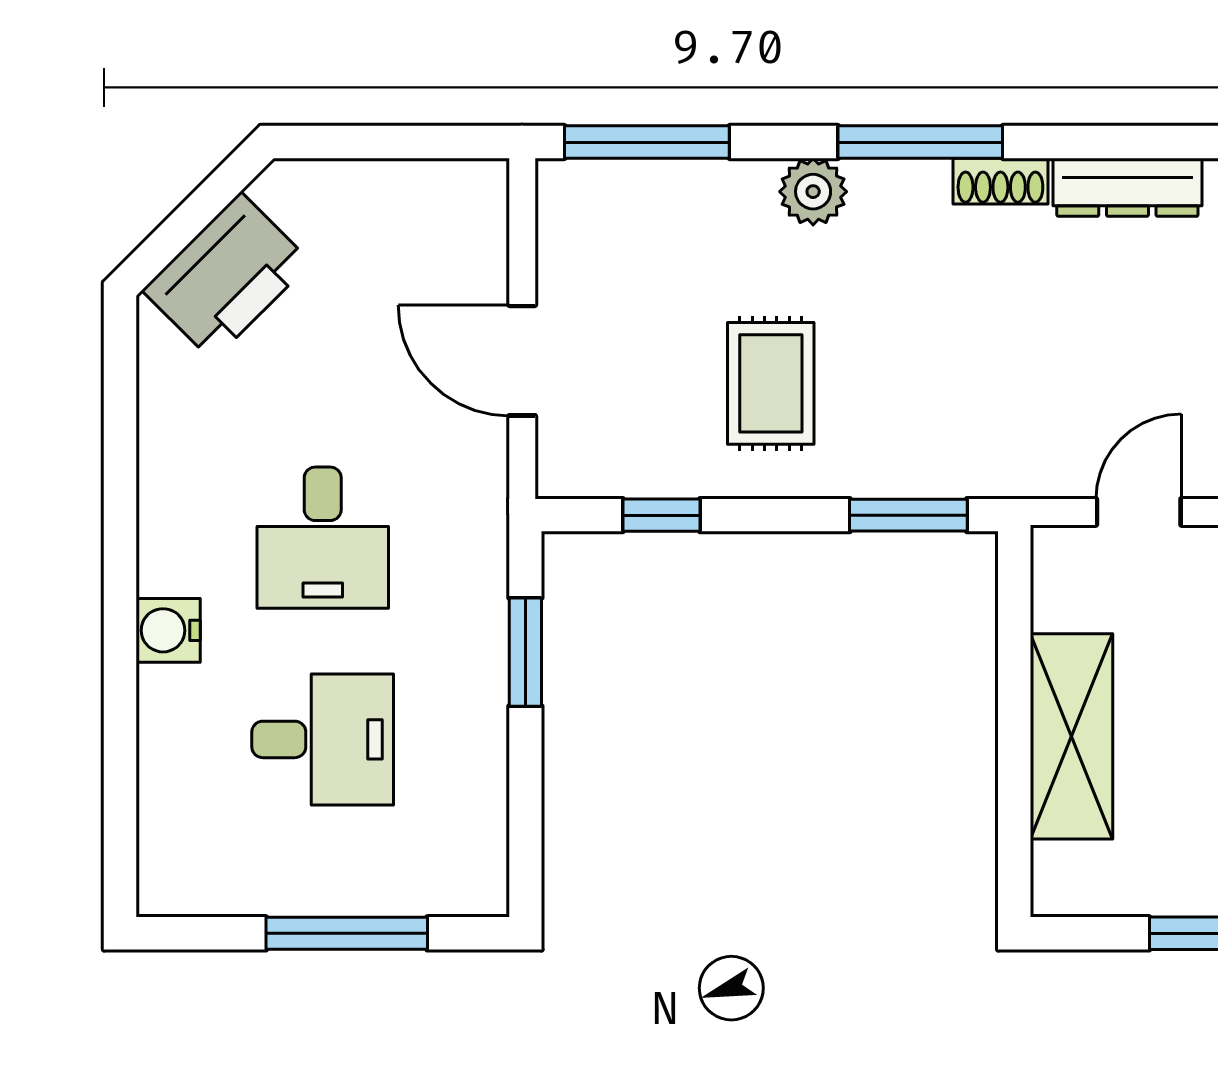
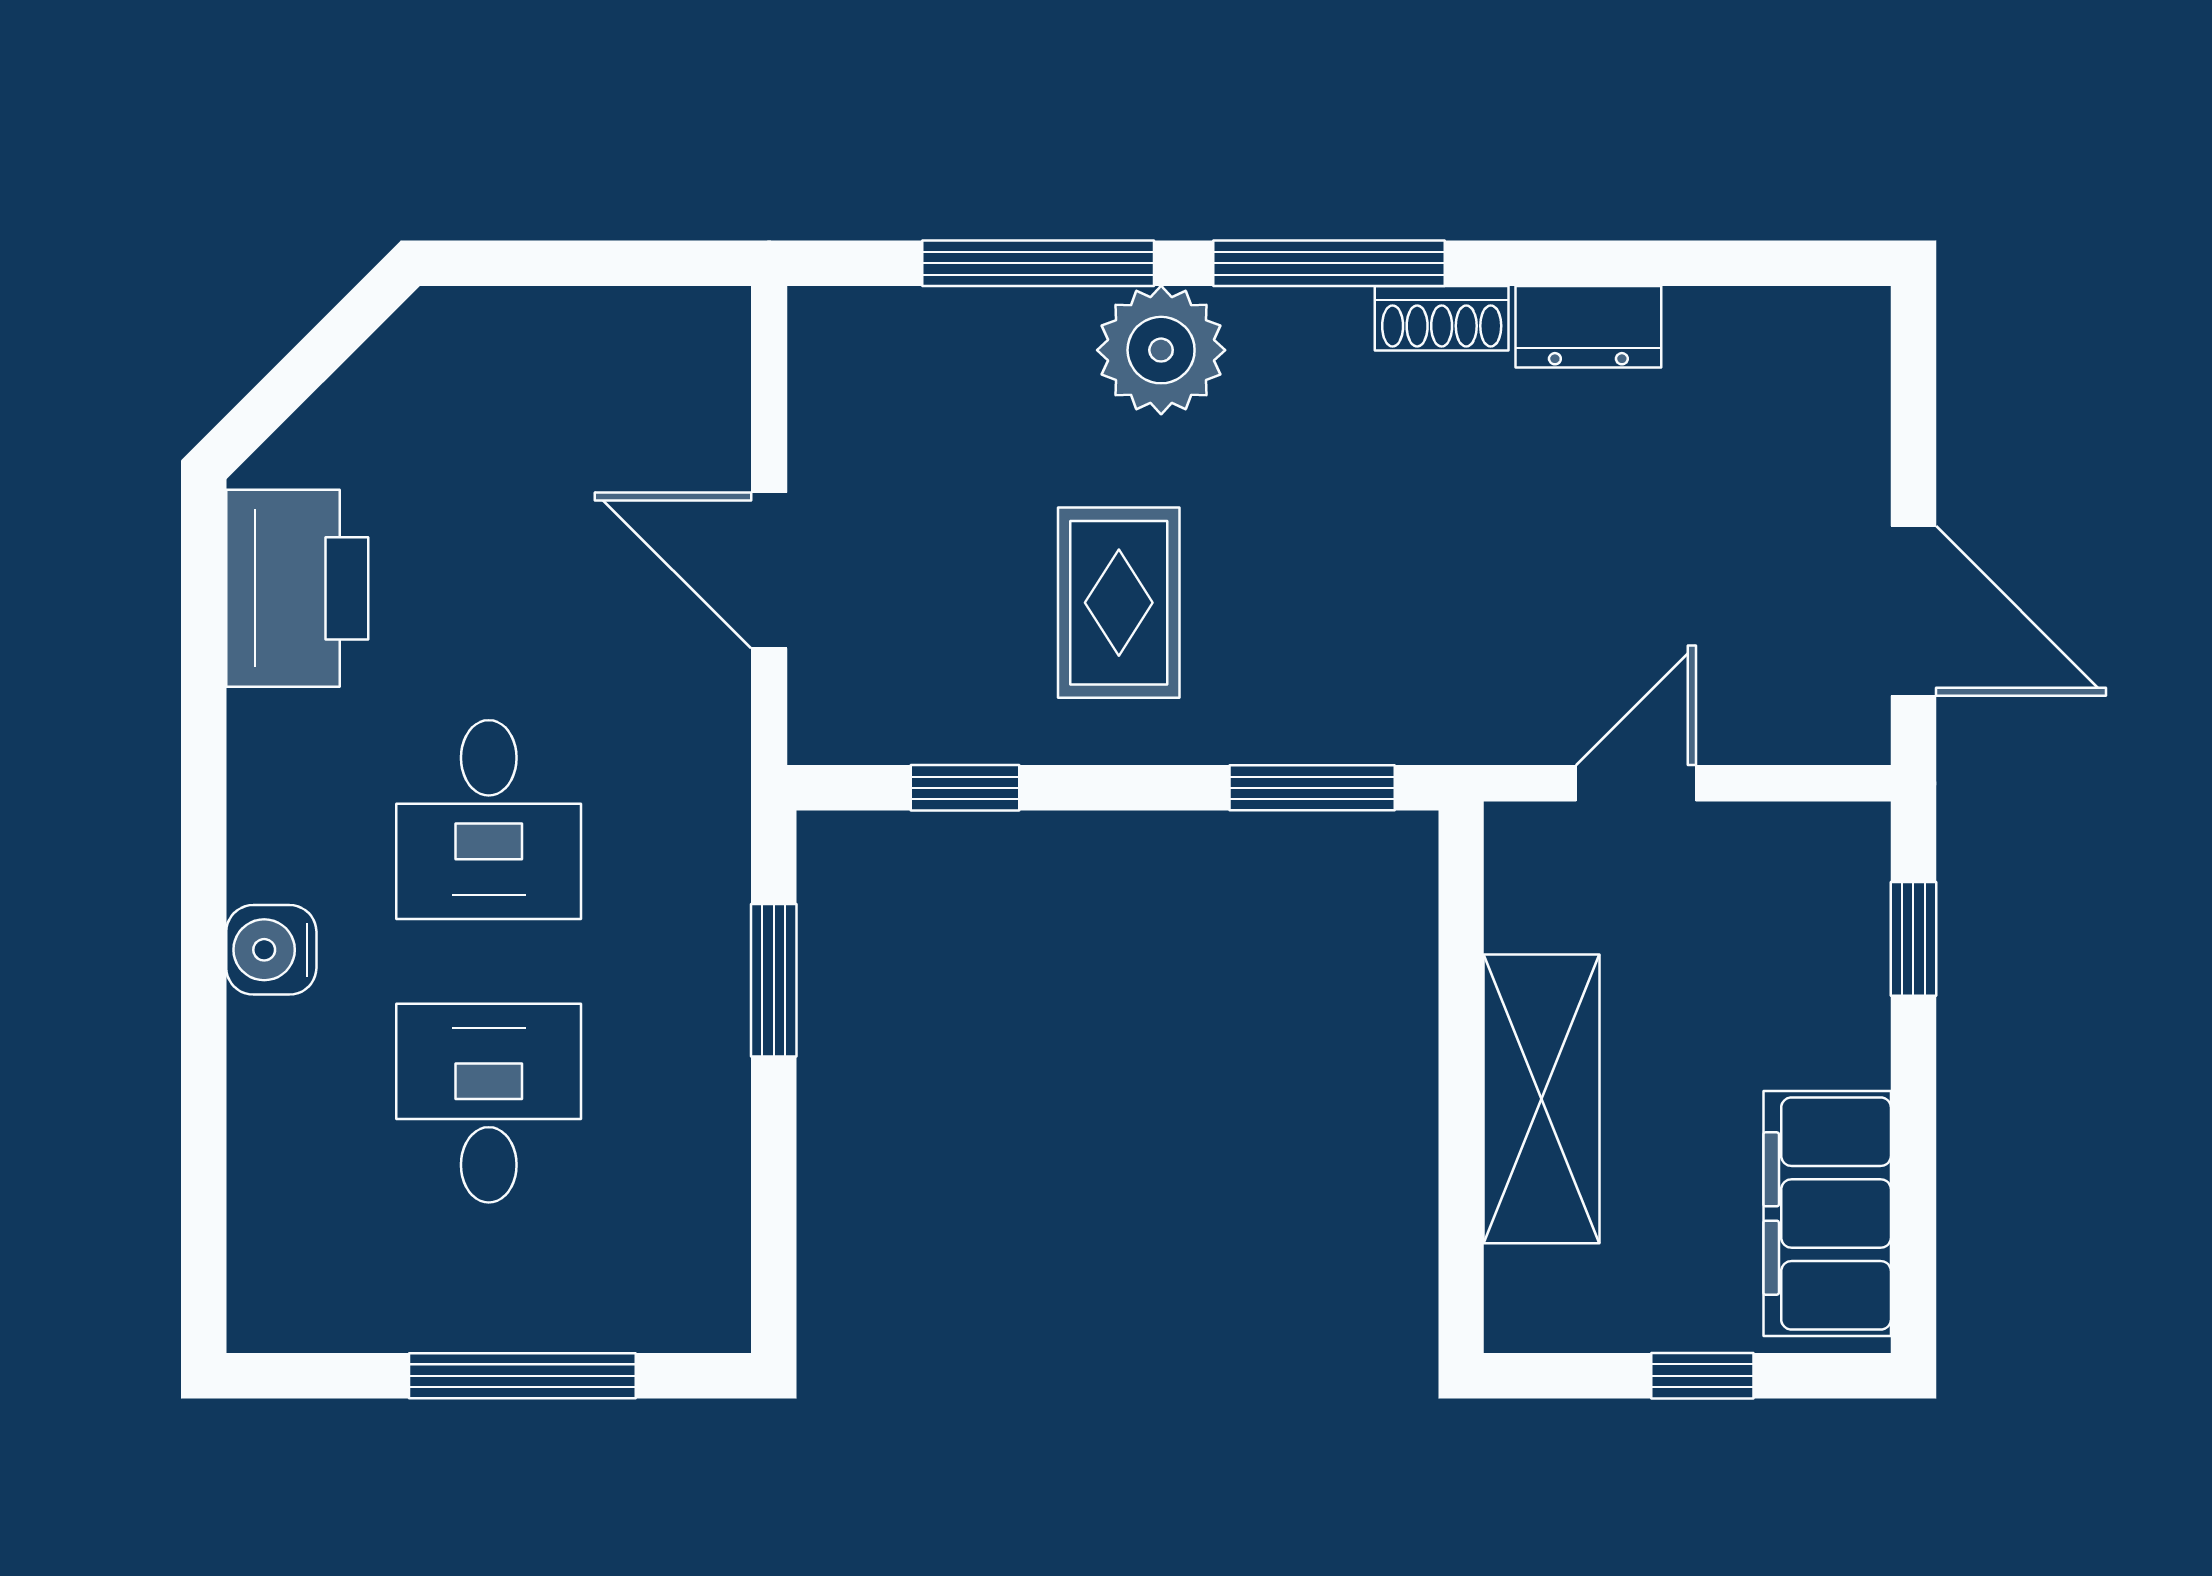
window: (647, 142) -> (1038, 263), moved
dresser: (1127, 187) -> (1588, 327), width x0.70
plant: (813, 192) -> (1161, 350), width x1.36, depth x1.36
printer: (227, 276) -> (297, 588), moved, turned -45
desk: (323, 739) -> (489, 1103), turned -90

